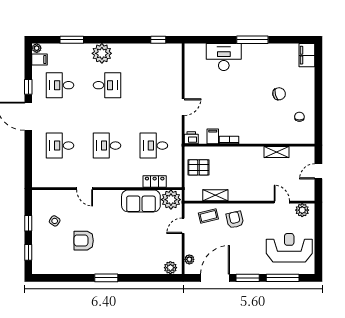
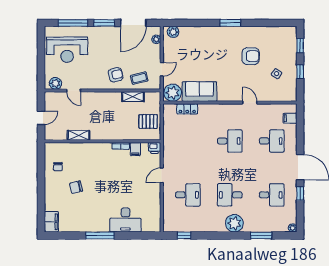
filing cabinet: (40, 60) -> (290, 118), moved
desk: (154, 146) -> (188, 195), moved
armchair: (235, 220) -> (116, 75), turned -91

